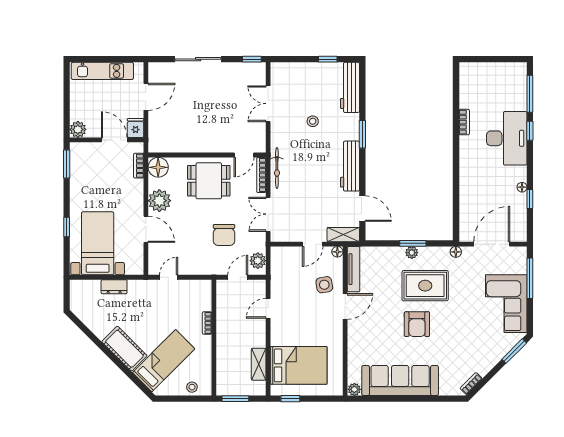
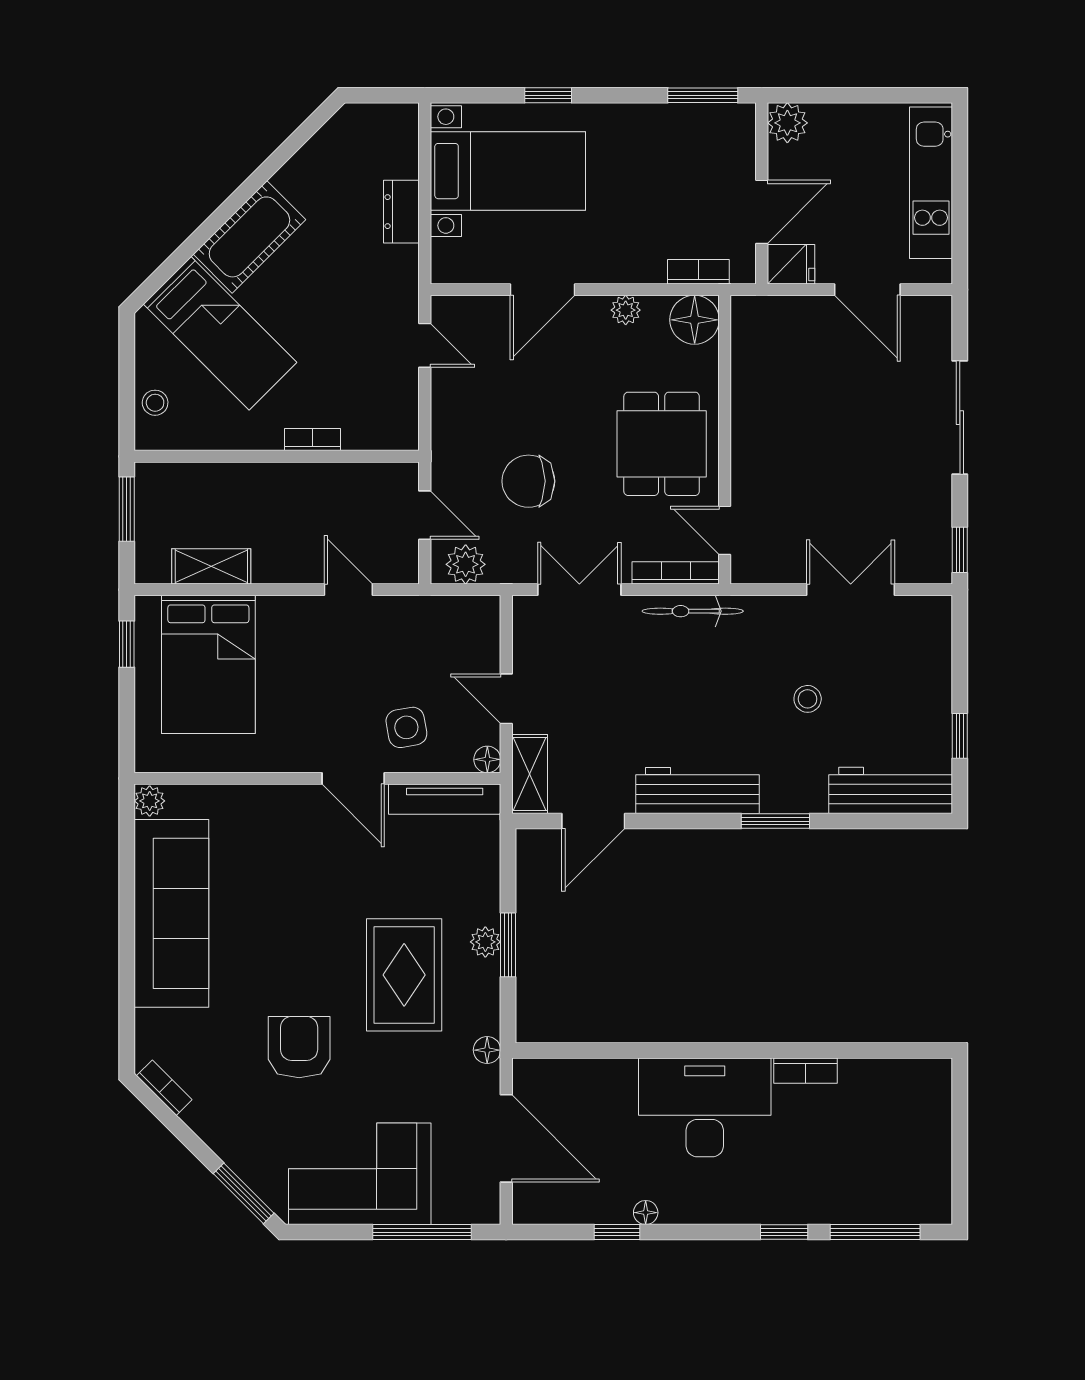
desk: (507, 138) -> (705, 1107), moved, turned 180
plant: (159, 201) -> (626, 310), width x0.53, depth x0.53
armchair: (417, 324) -> (299, 1047), moved, turned 90

